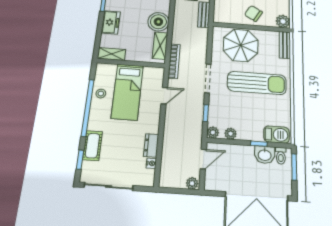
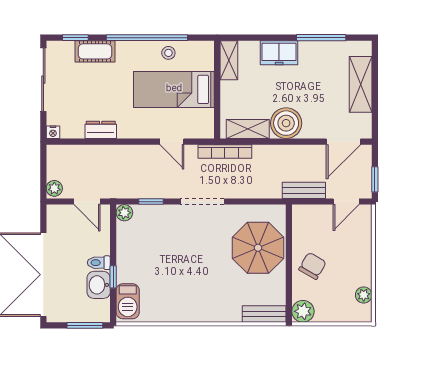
sun lounger: (257, 83) -> (201, 273), removed
plant: (231, 134) -> (124, 237), removed
toilet: (281, 156) -> (99, 263), moved
nightstand: (151, 163) -> (53, 132), moved

